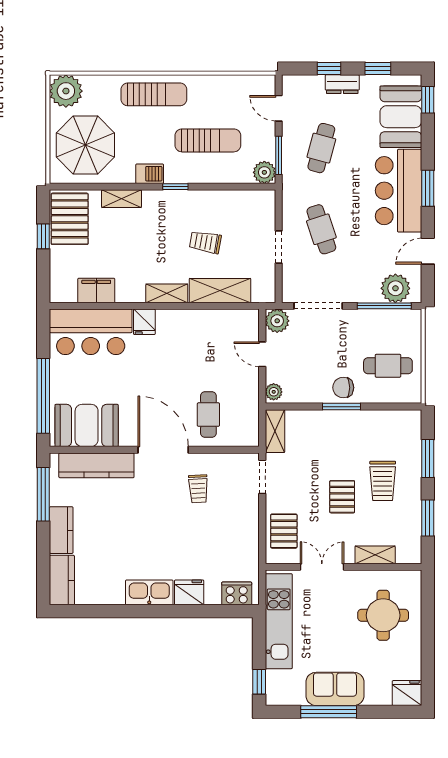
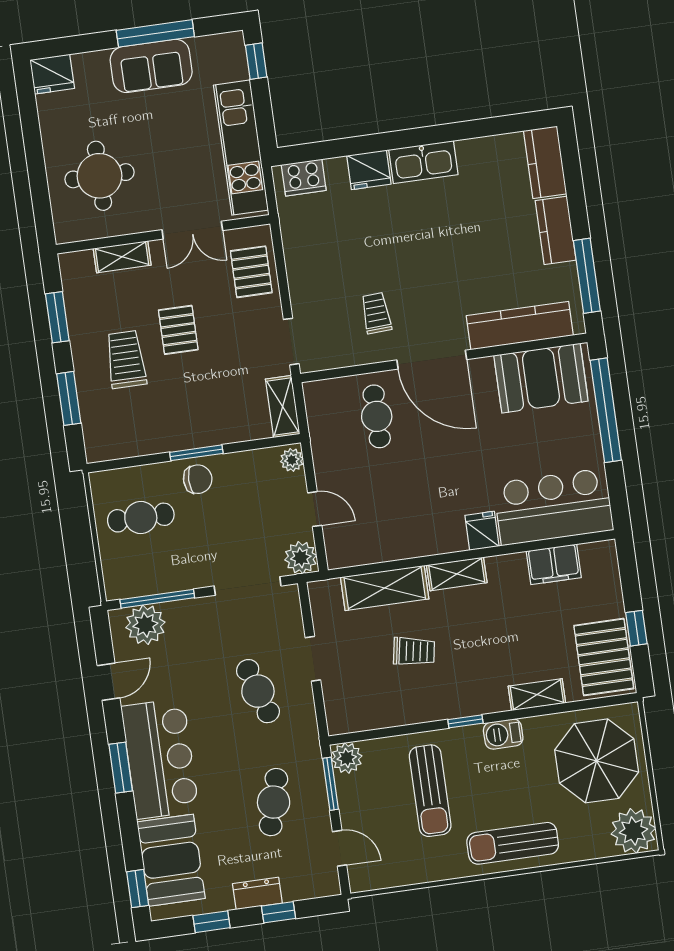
sun lounger: (208, 140) -> (430, 791), turned -90

